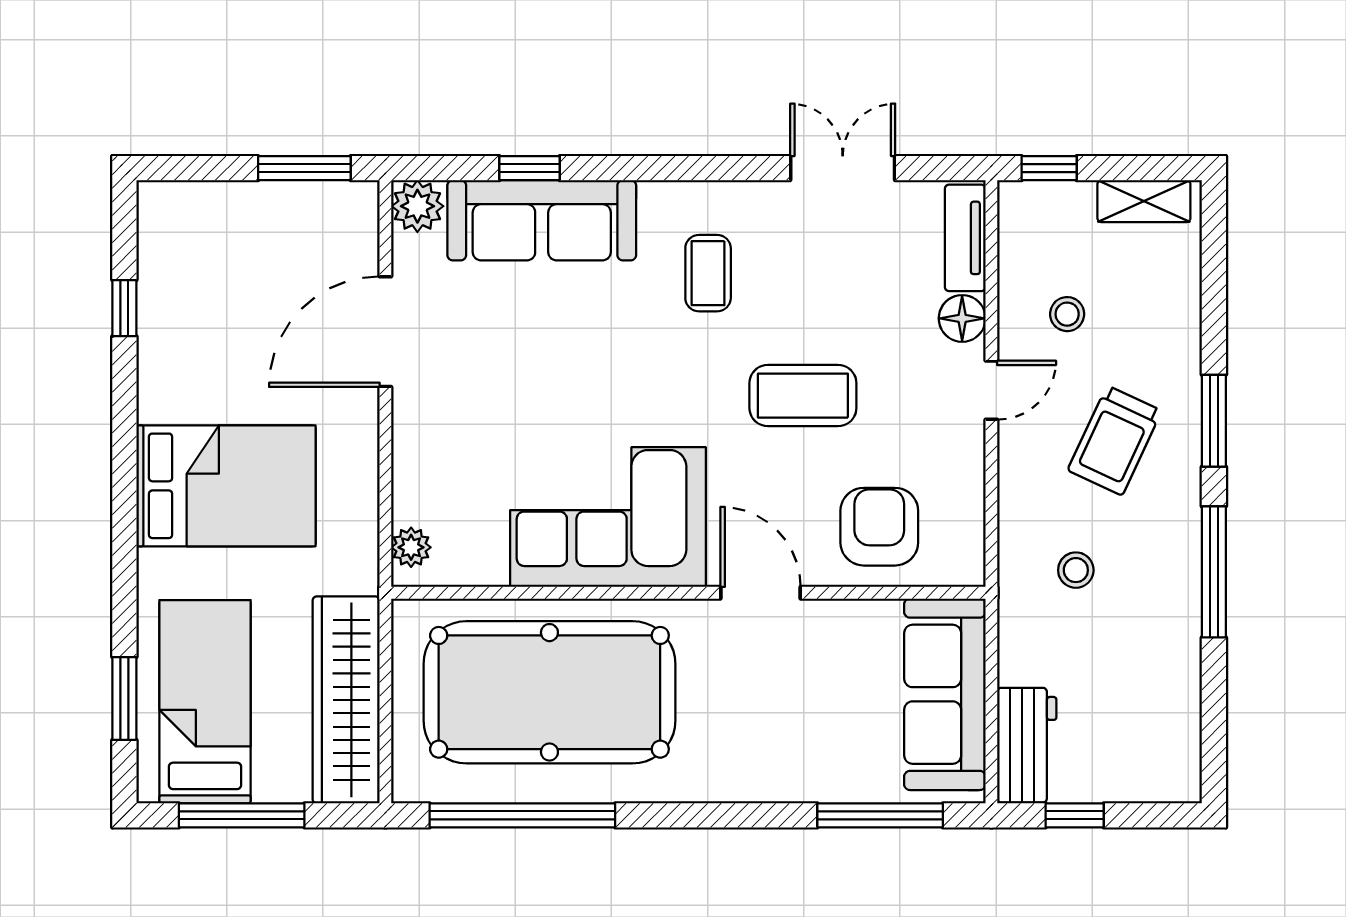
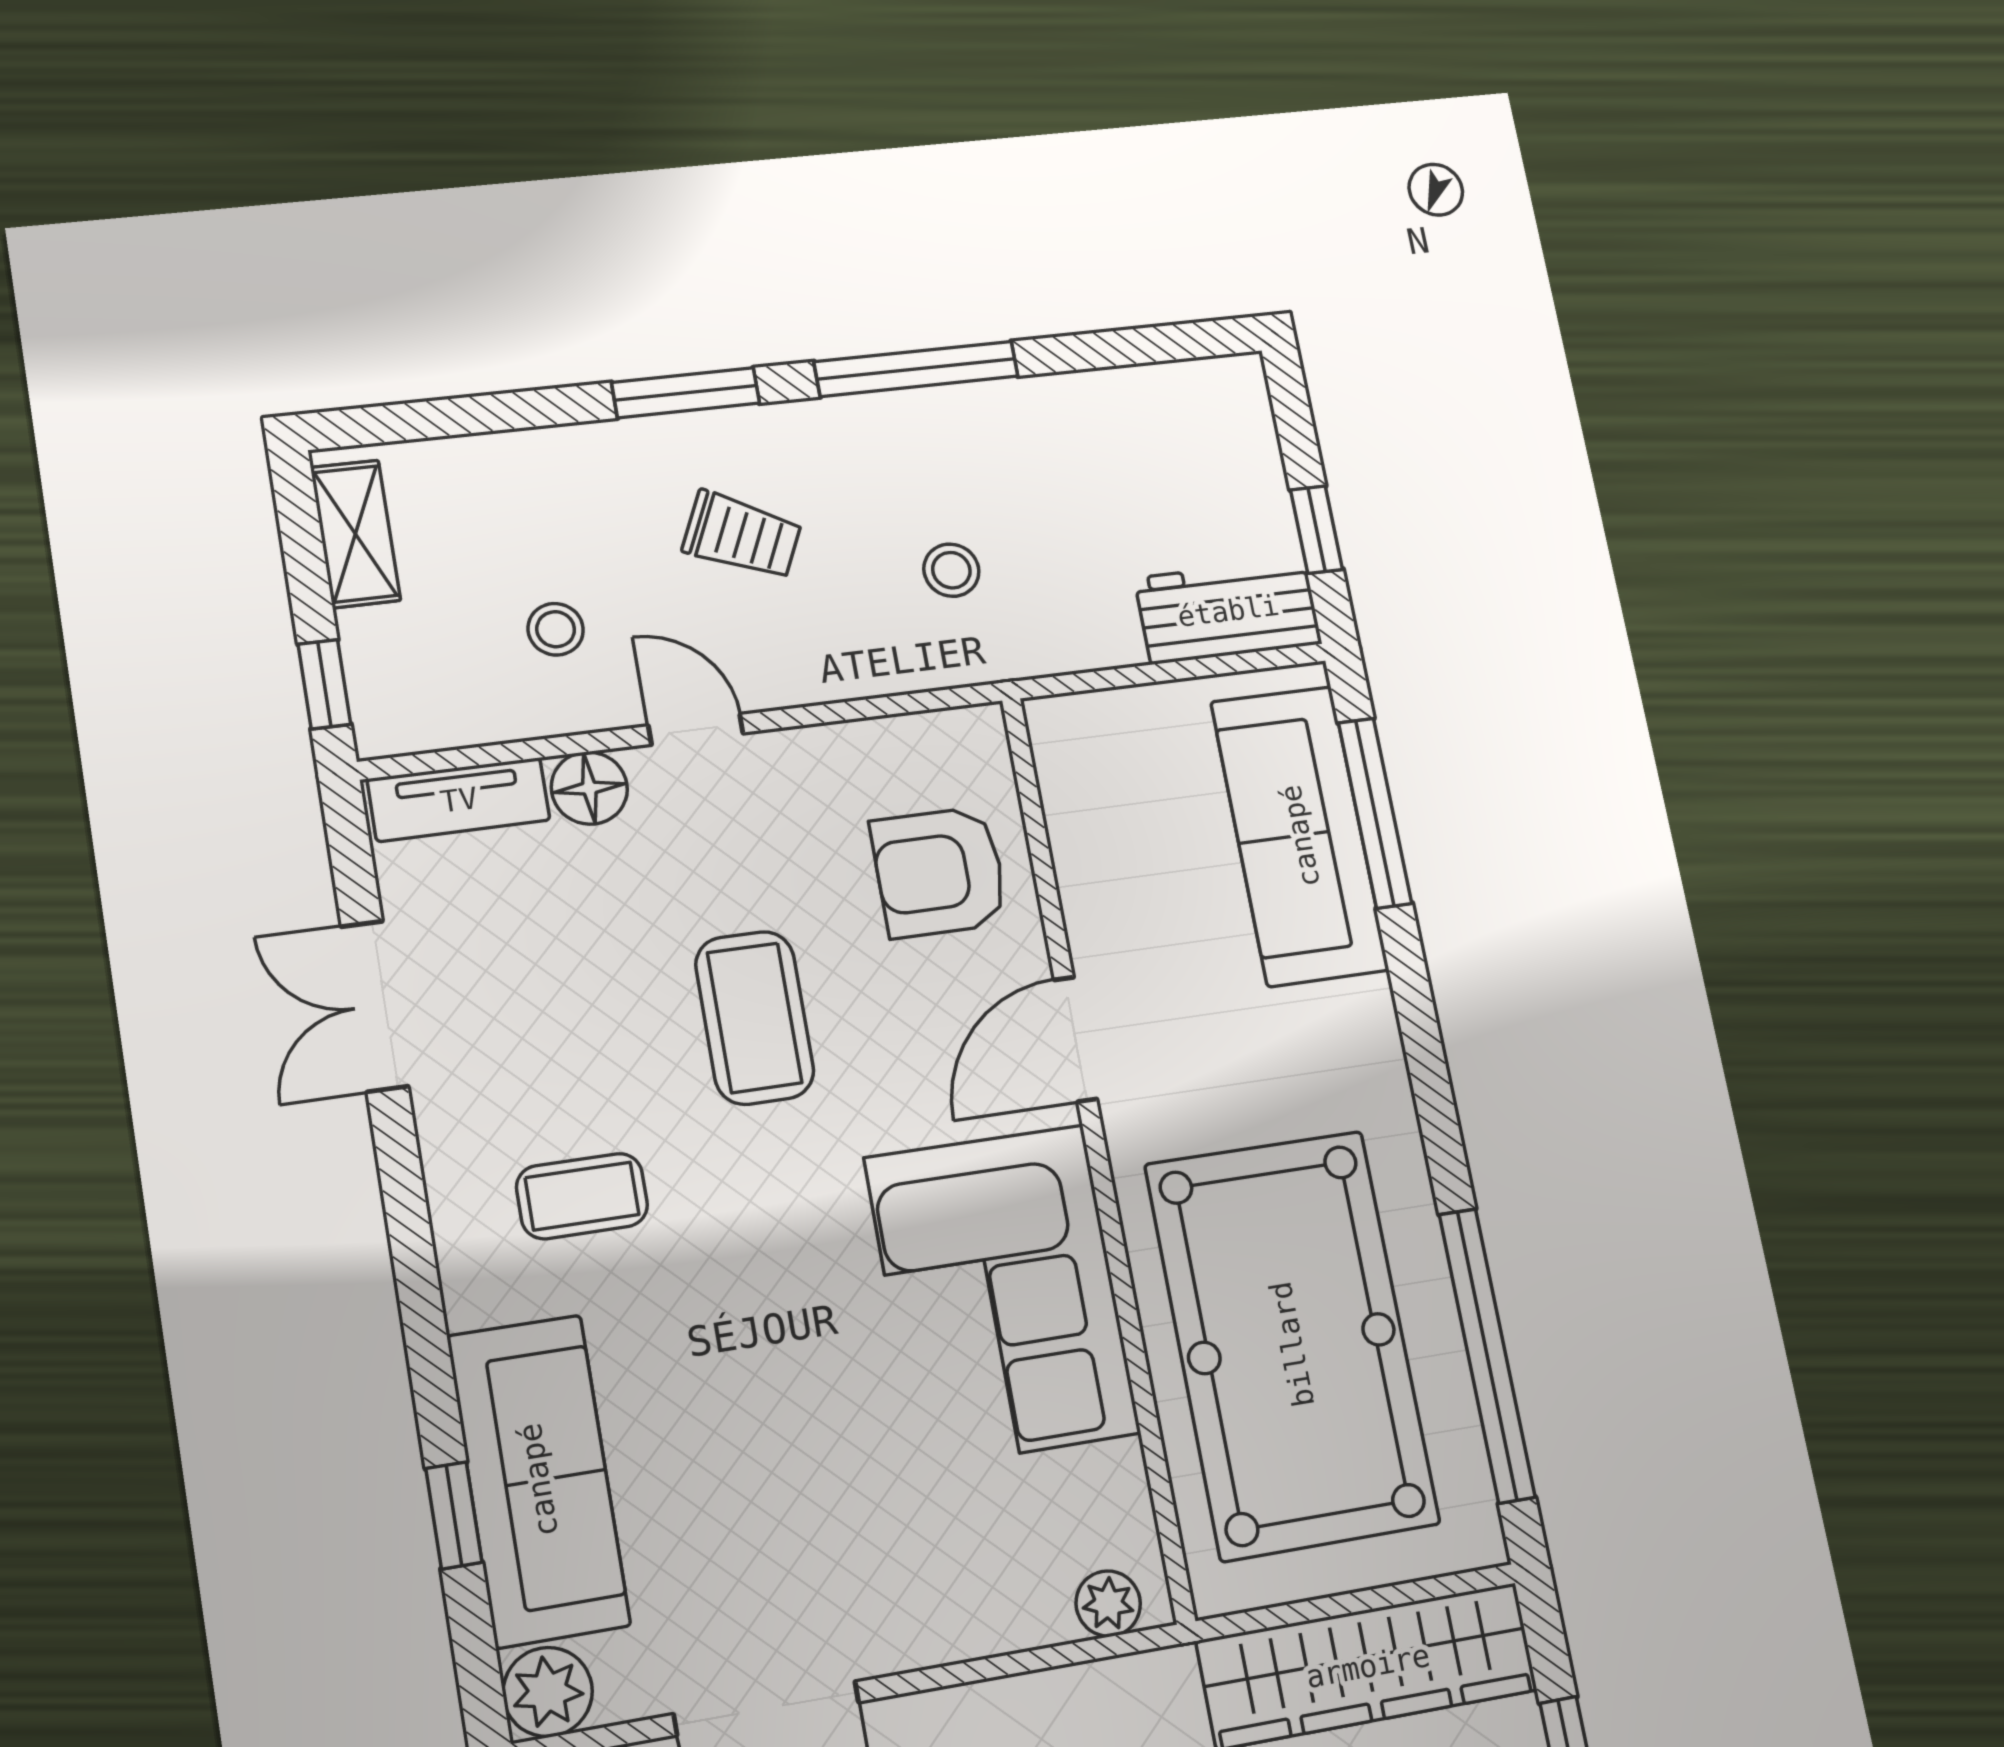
trolley: (1115, 441) -> (742, 536), width x0.73, depth x0.72
sofa: (945, 694) -> (1300, 836), moved, turned 90

